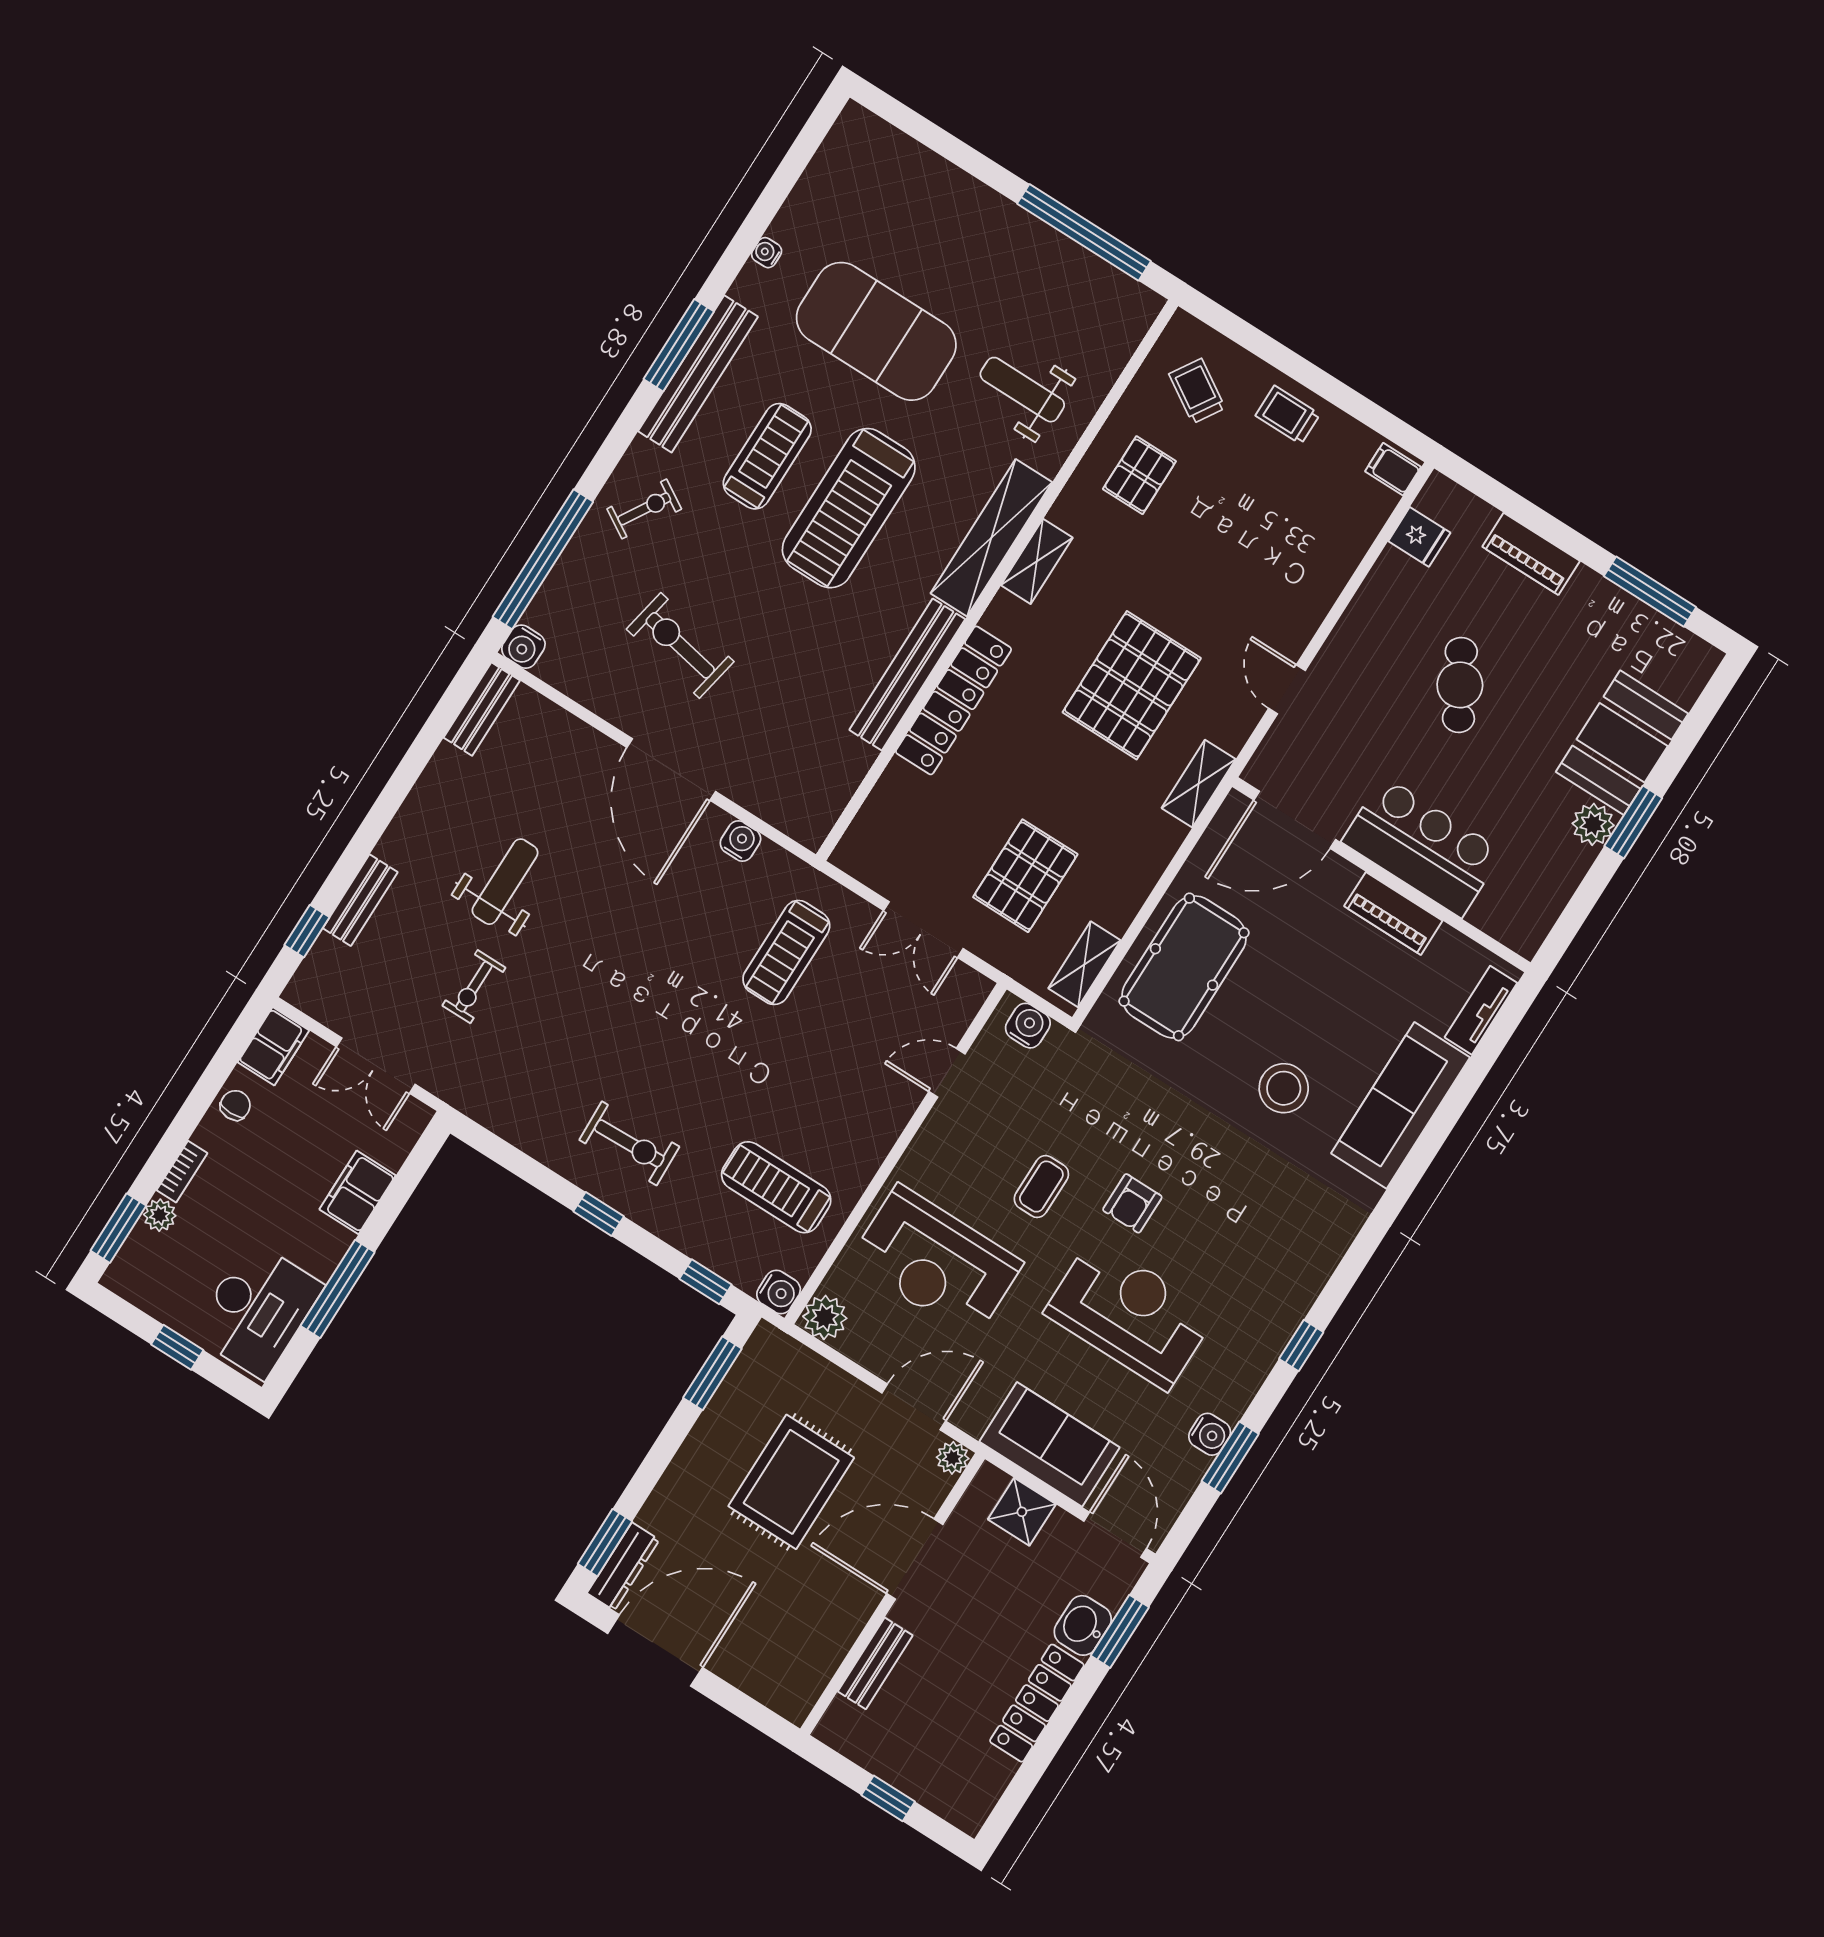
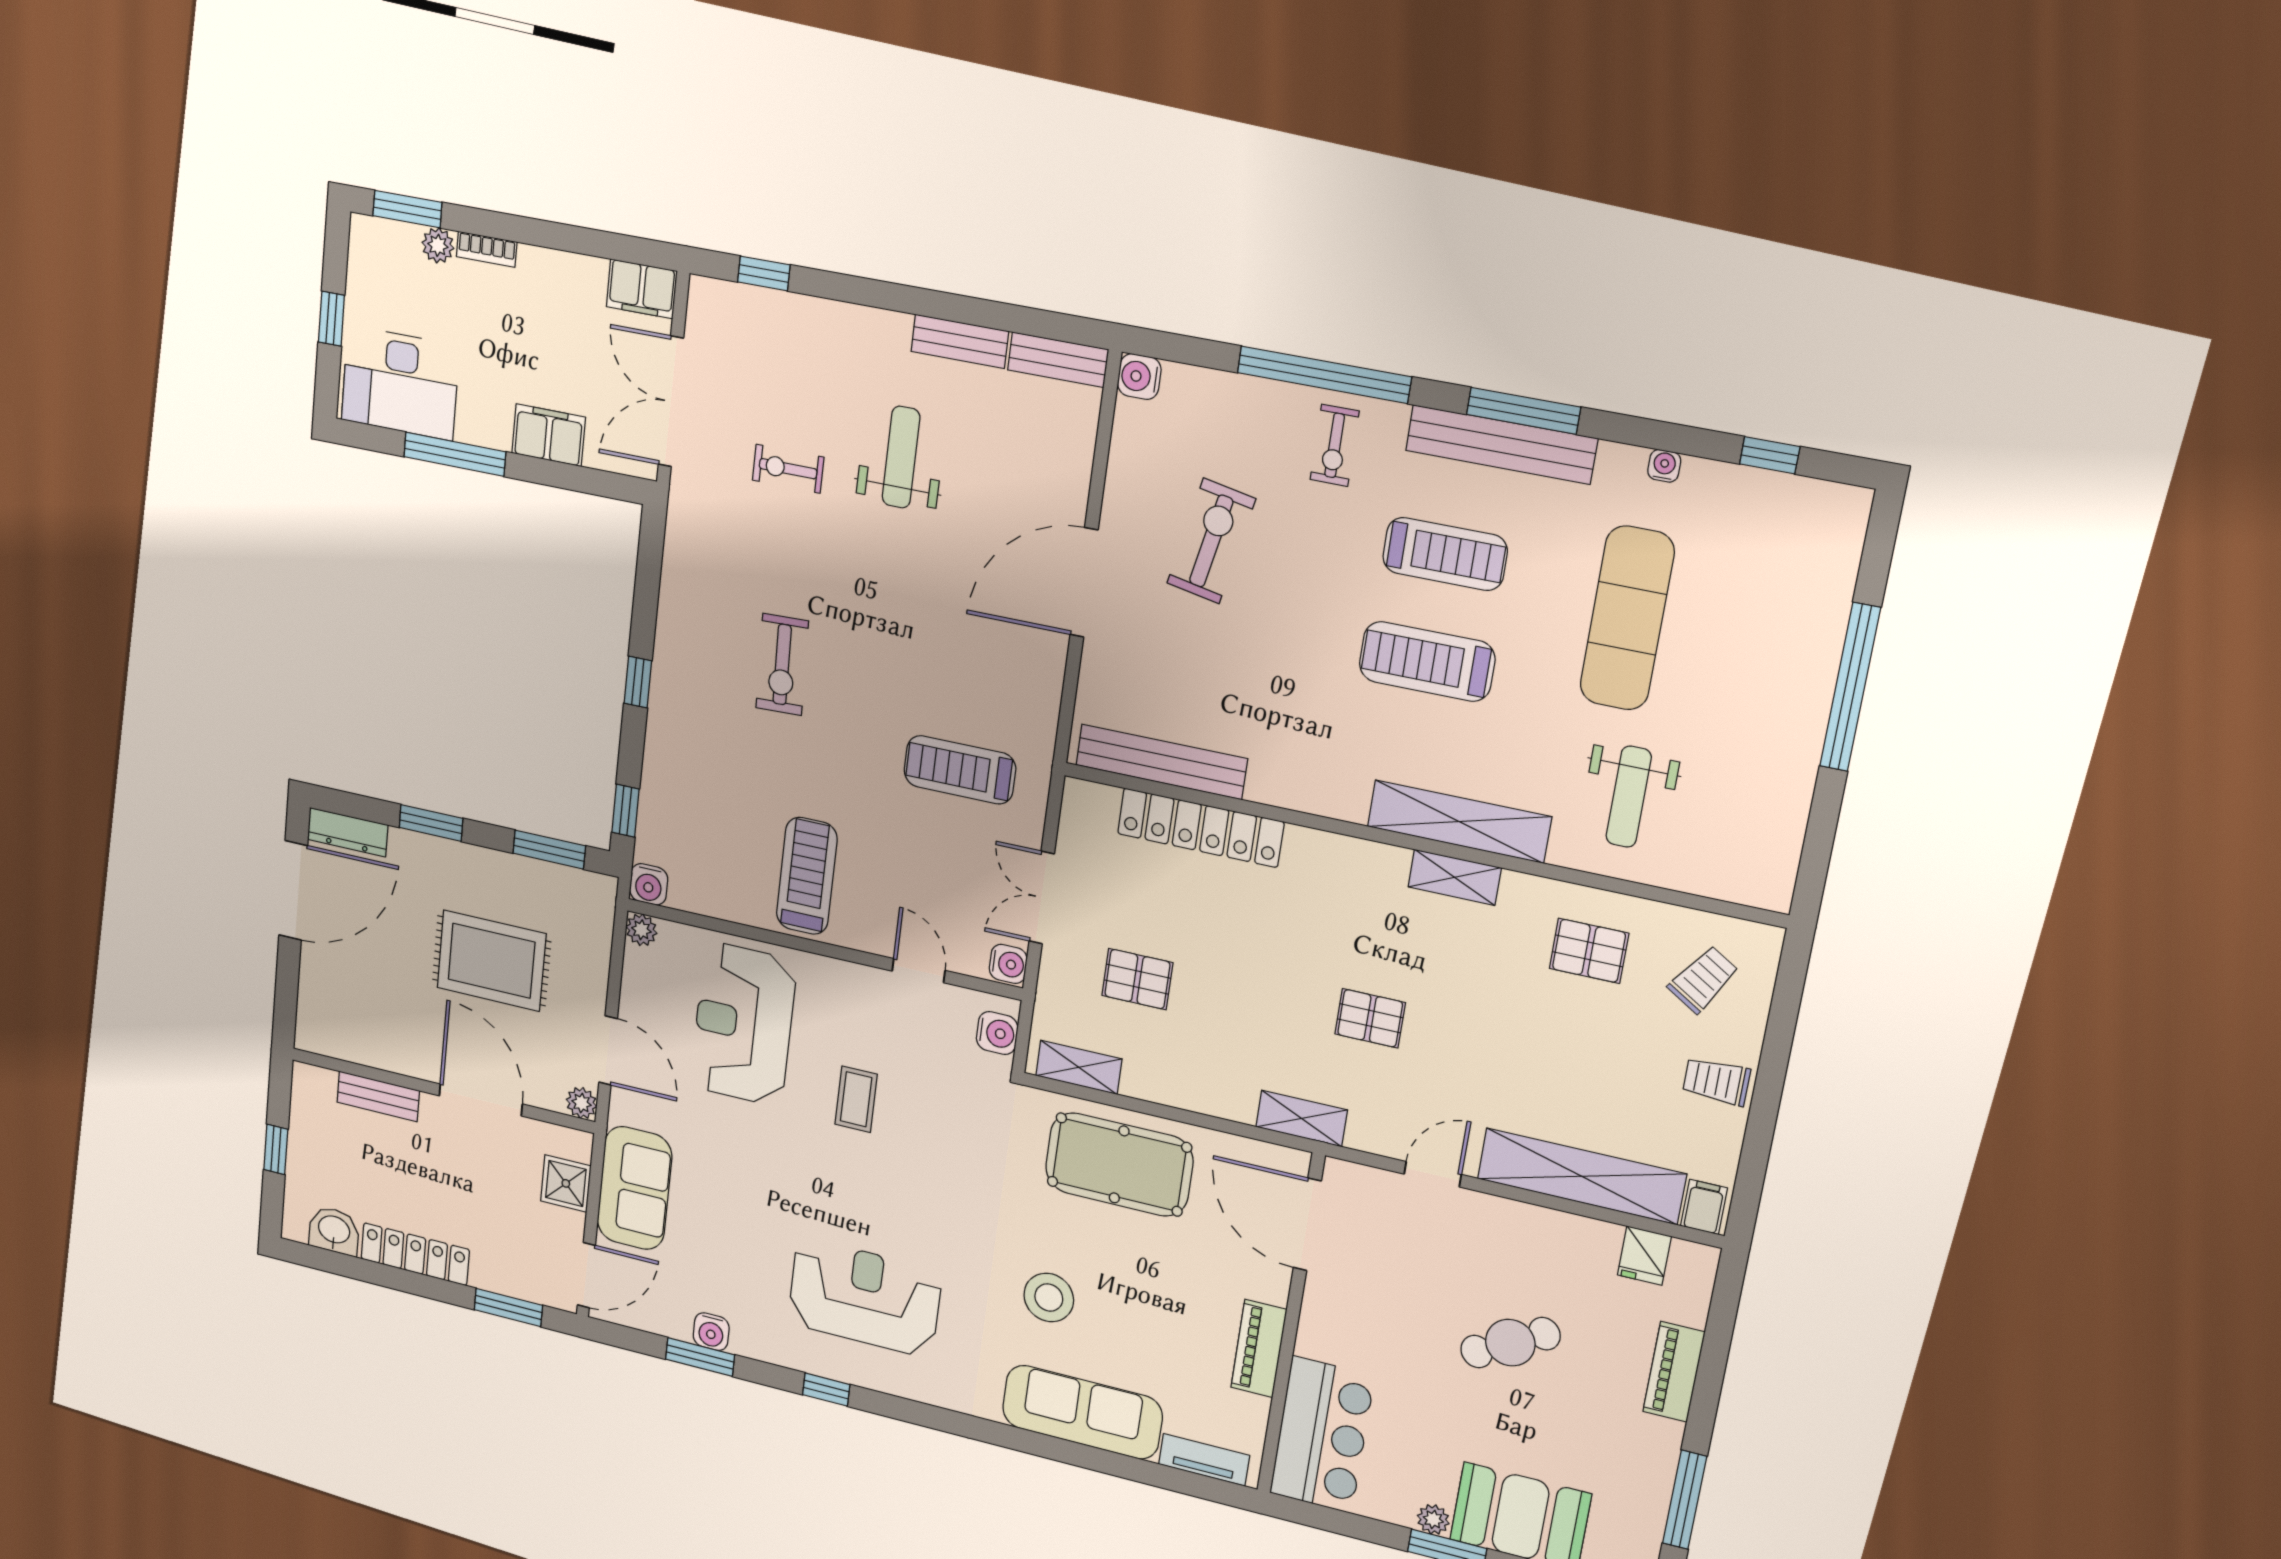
window: (791, 168) -> (1770, 455), added
window: (1084, 232) -> (1850, 687), moved
exercise mat: (876, 331) -> (1627, 618), width x0.68
weight bench: (1022, 390) -> (1629, 797), turned 180
trolley: (1288, 415) -> (1717, 1081), turned -90
treadmill: (849, 508) -> (1427, 661), width x0.73, depth x0.73
exercise bike: (644, 509) -> (1335, 445), turned 59
window: (543, 559) -> (1324, 375), moved
shelving: (1332, 562) -> (1581, 1176), added
bench: (907, 675) -> (1161, 762), moved
pallet: (1132, 685) -> (1370, 1018), width x0.49, depth x0.50
locker: (954, 700) -> (1200, 828), moved
plant: (1593, 824) -> (1433, 1519), width x0.73, depth x0.73
water cooler: (740, 841) -> (1008, 964), moved
bar counter: (1422, 847) -> (1322, 1435), moved
pallet: (1025, 876) -> (1137, 979), width x0.67, depth x0.71
weight bench: (505, 882) -> (901, 457), turned -90
bench: (360, 900) -> (960, 341), moved
double door: (376, 1066) -> (671, 401), width x1.37
chair: (235, 1105) -> (571, 275), removed
exercise bike: (629, 1143) -> (782, 664), moved
treadmill: (776, 1187) -> (807, 876), moved
coffee table: (1041, 1187) -> (856, 1099), turned 90
armchair: (1132, 1203) -> (880, 1191), removed
reception desk: (1130, 1314) -> (865, 1297), moved, turned -90
plant: (825, 1317) -> (641, 930), width x0.73, depth x0.73
window: (605, 1543) -> (431, 823), moved
washbasin: (1083, 1625) -> (334, 1231), moved
door: (655, 1650) -> (293, 890), hinge flipped

